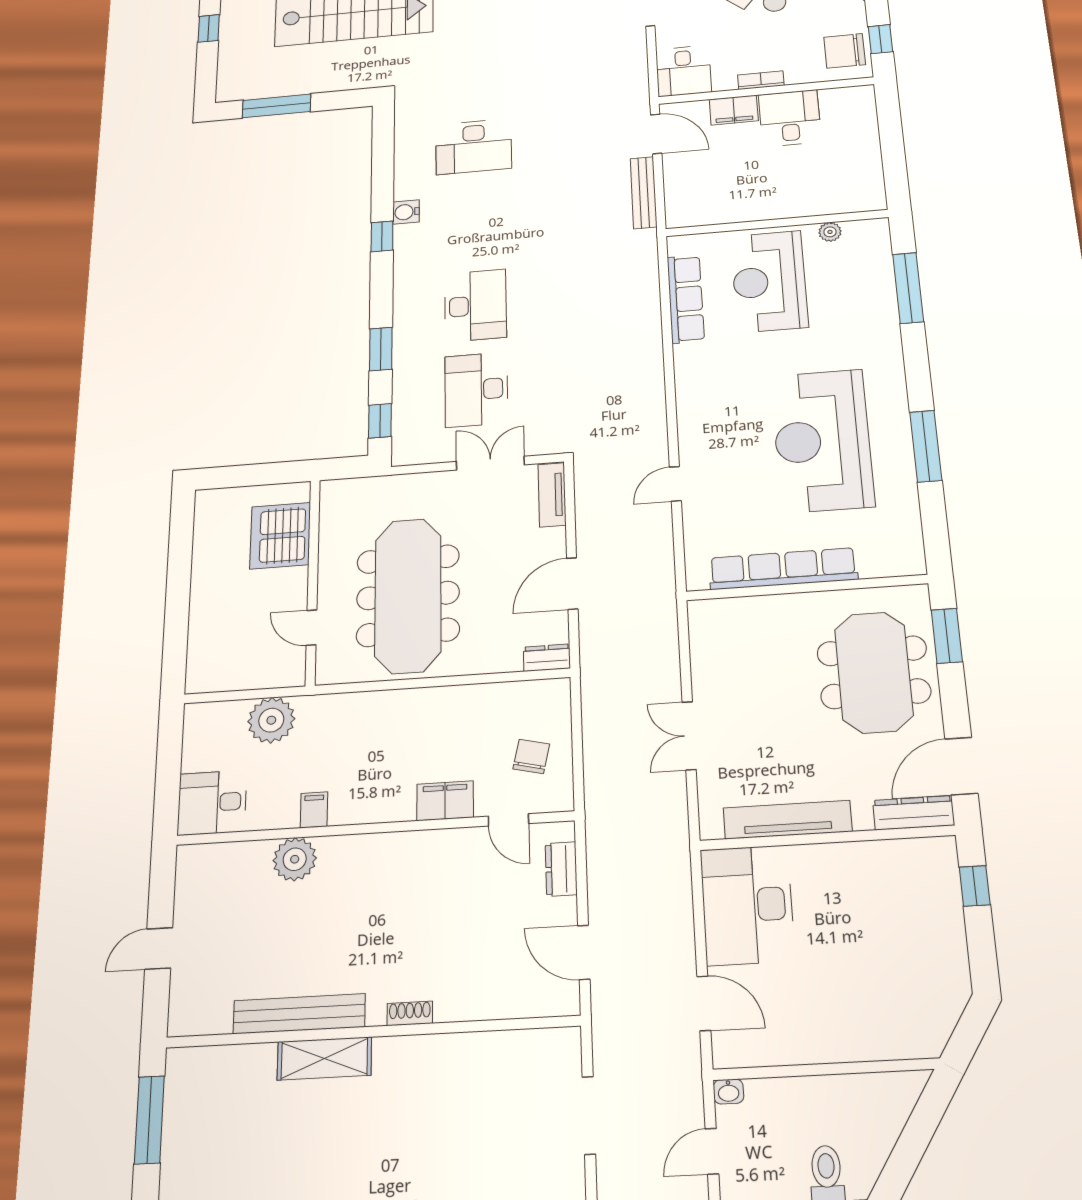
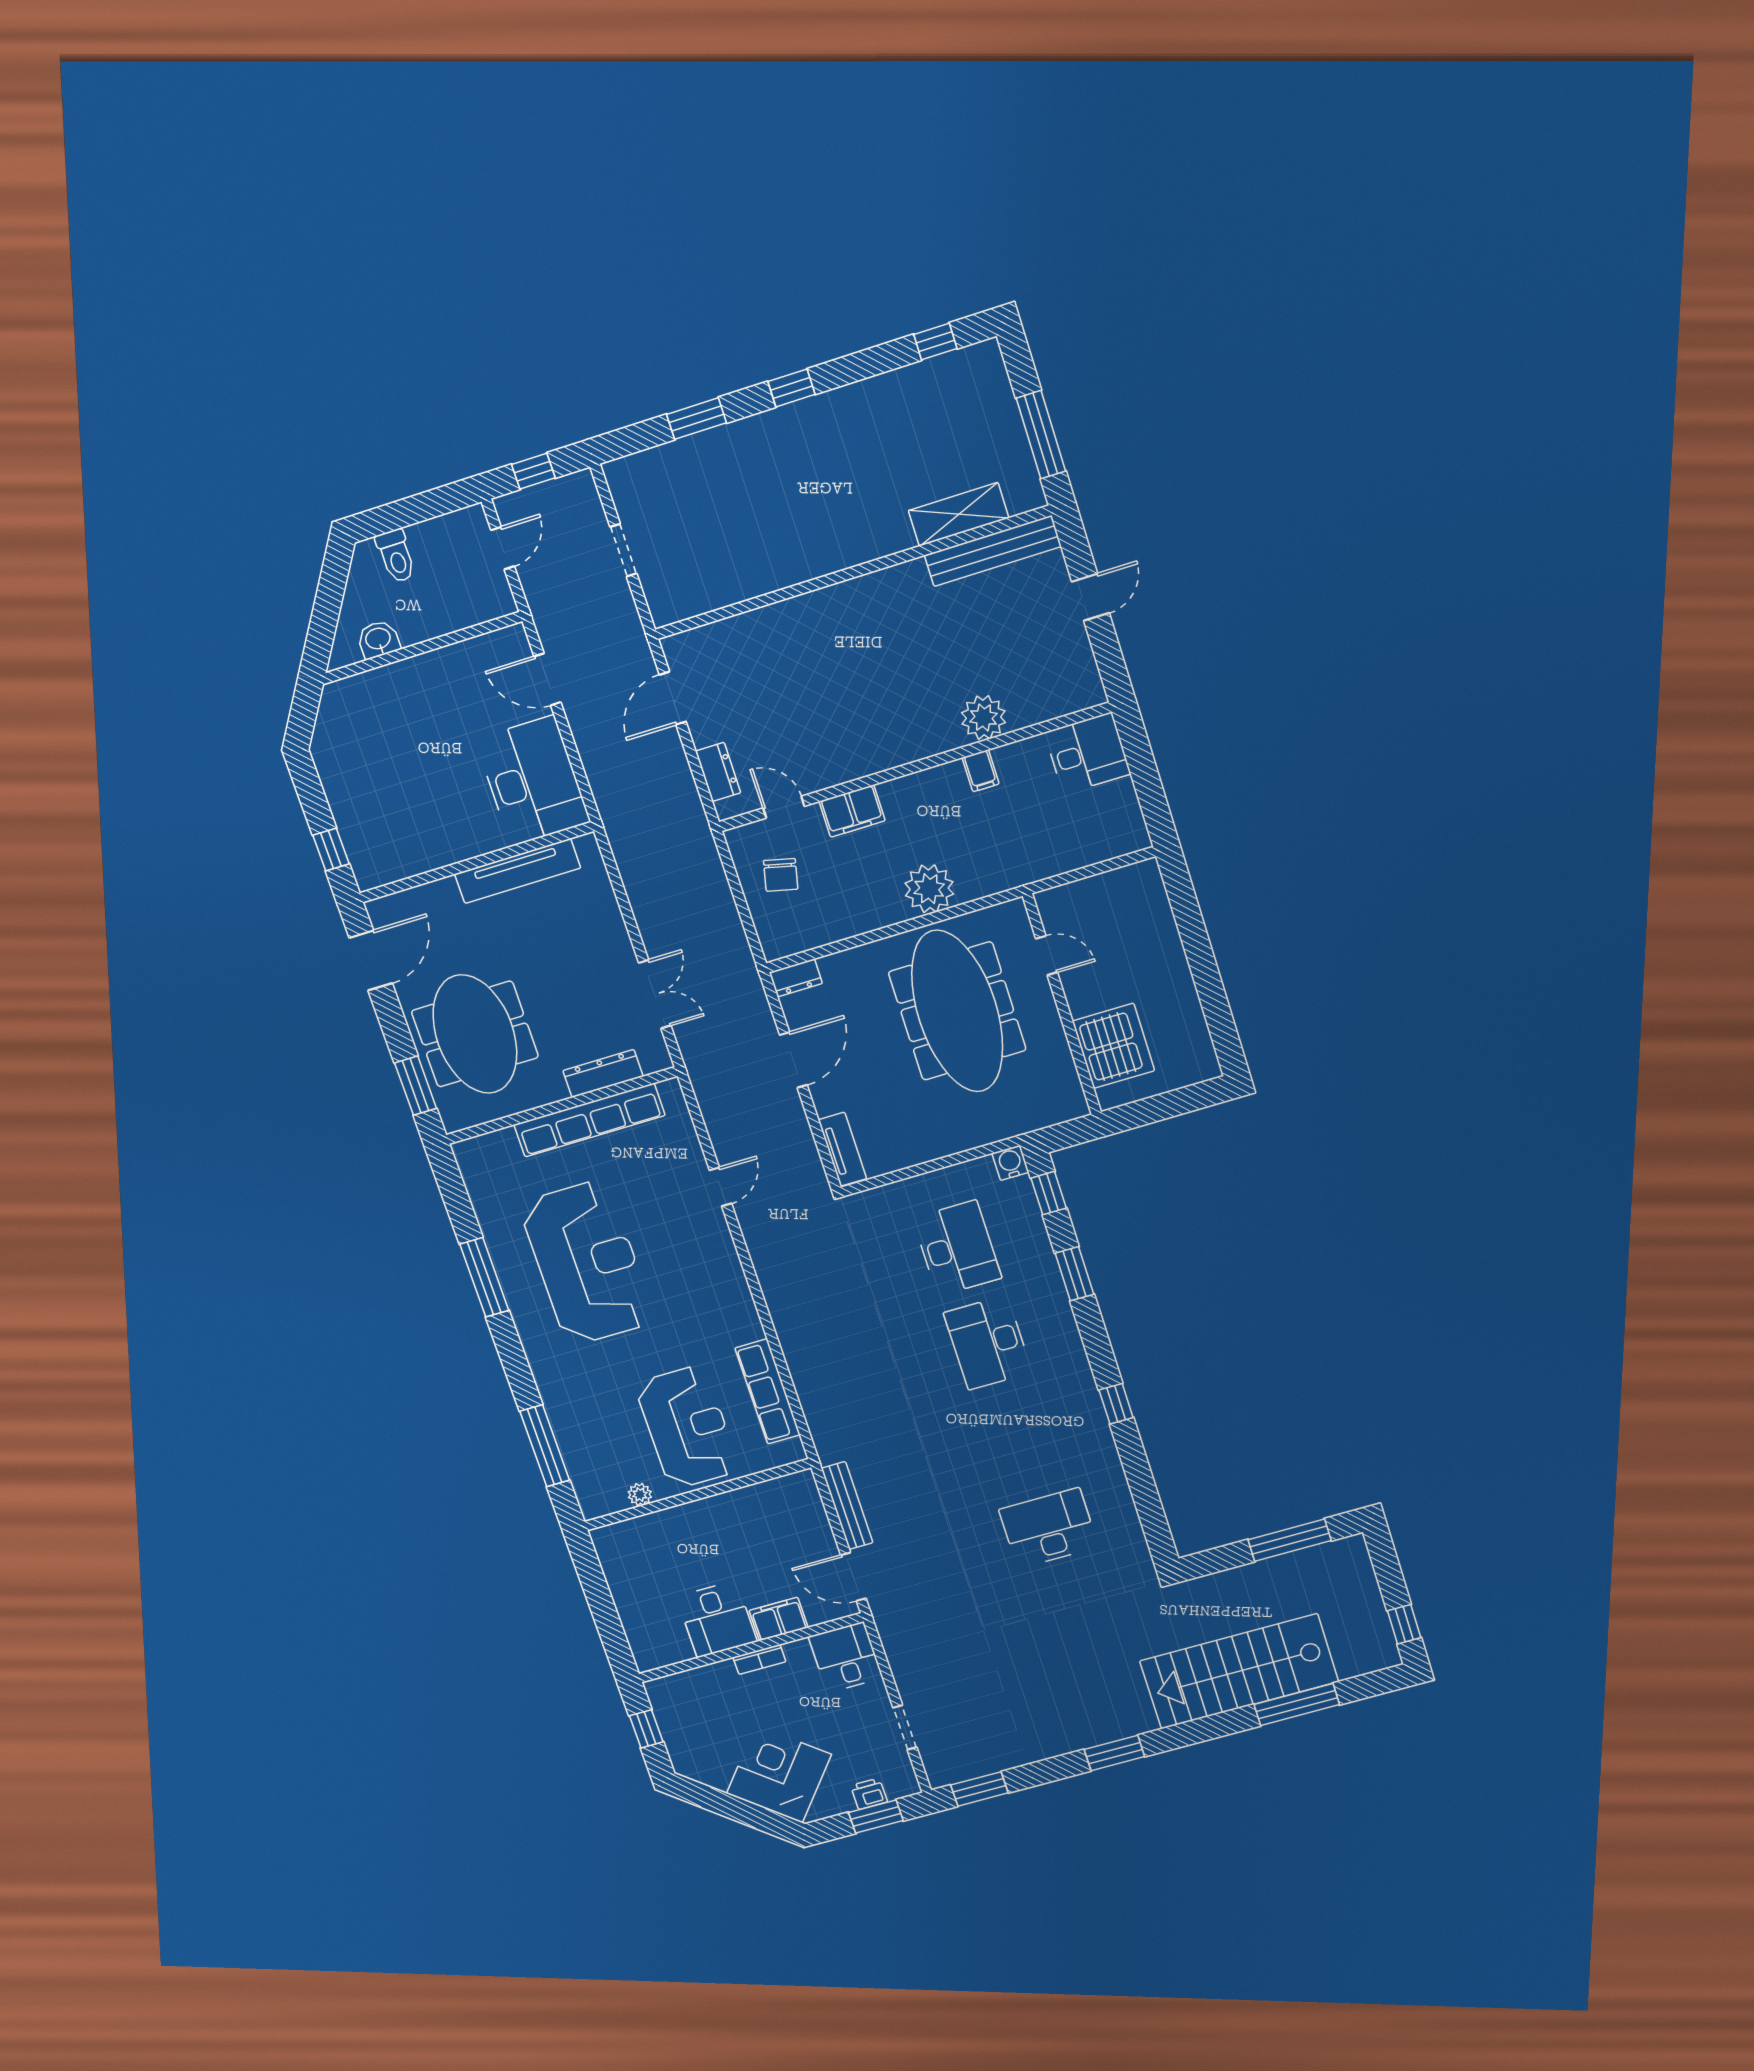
chair: (845, 51) -> (680, 1709), removed
water cooler: (406, 212) -> (1010, 1163), moved, turned -90
double door: (490, 463) -> (917, 1170), removed
plant: (271, 720) -> (929, 889), moved
double door: (689, 736) -> (655, 994), moved
dresser: (914, 813) -> (603, 1073), moved, turned 180
door: (584, 952) -> (673, 698), swing flipped
shoe rack: (410, 1013) -> (821, 599), removed
bench: (299, 1014) -> (993, 551), moved
shelving: (324, 1058) -> (959, 514), moved
washbasin: (728, 1092) -> (378, 639), moved, width x1.38, depth x1.45
doorway: (589, 1115) -> (623, 550), width x0.73

